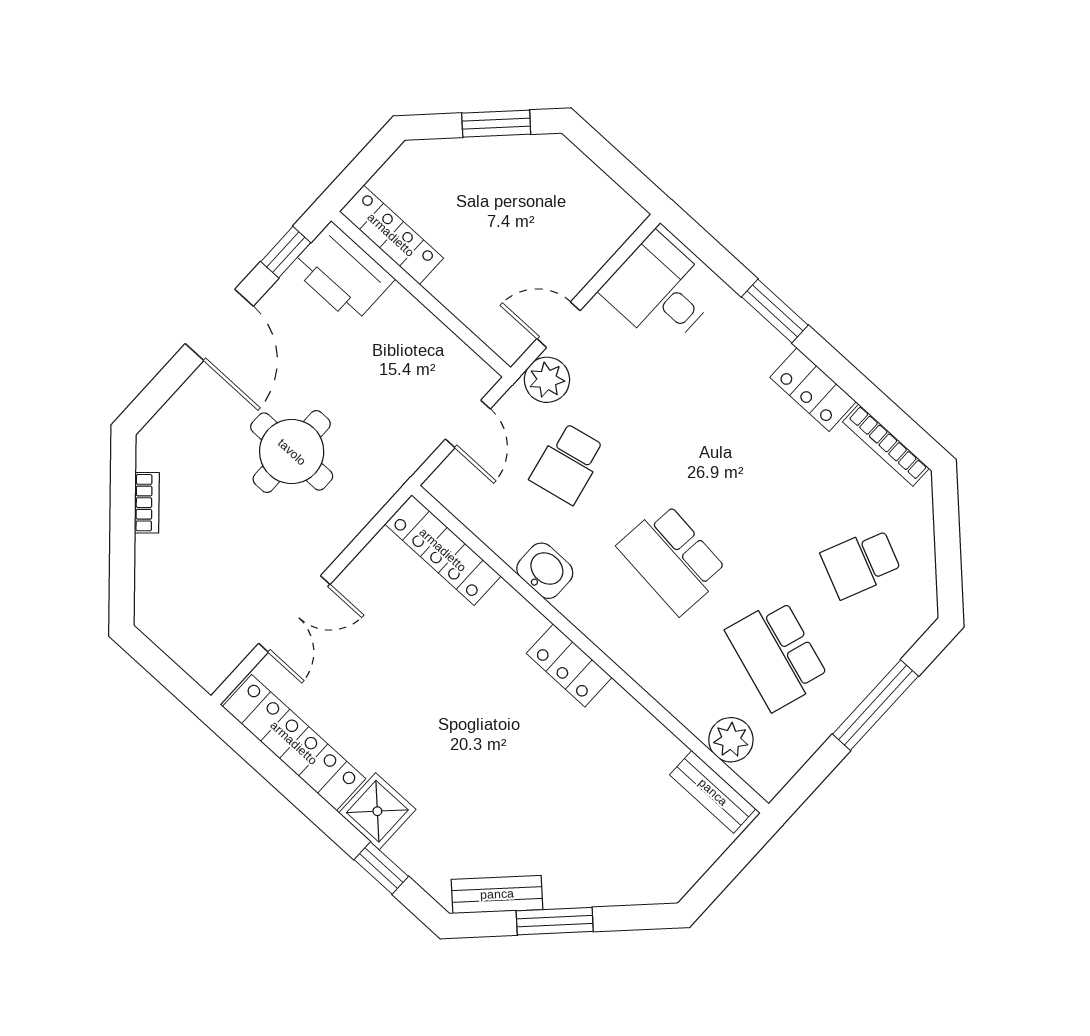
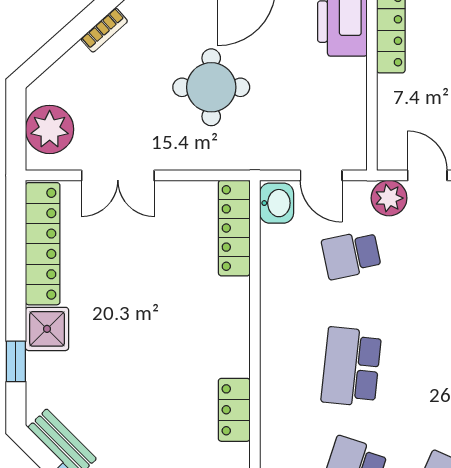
door: (468, 424) -> (321, 175), hinge flipped
washbasin: (545, 571) -> (277, 203), moved
plant: (193, 639) -> (50, 129), added
locker: (569, 665) -> (234, 410), moved

